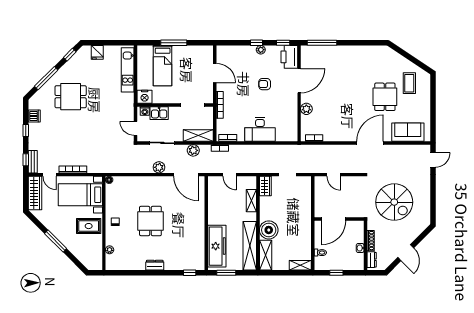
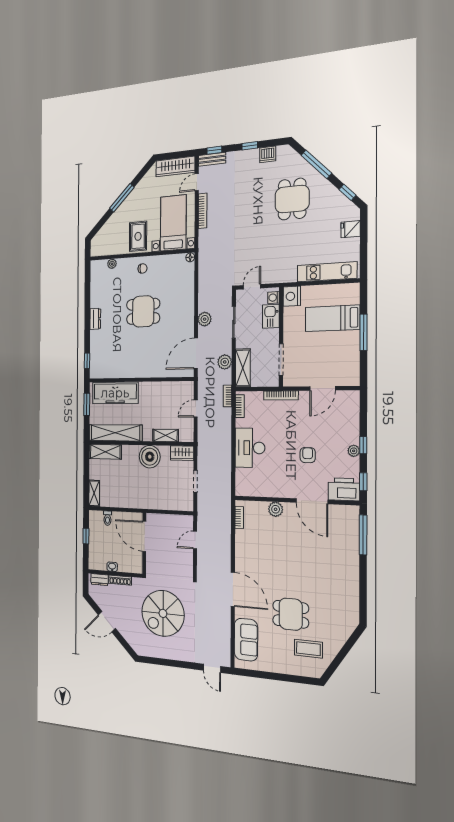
boiler: (269, 230) -> (150, 457), moved

